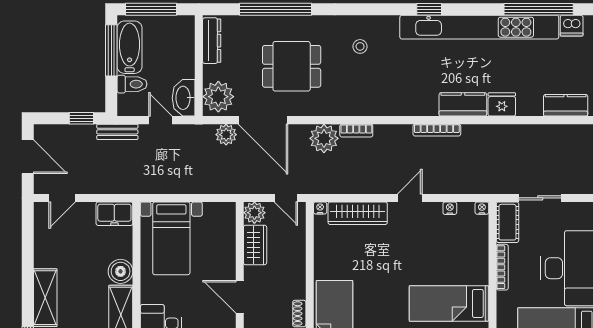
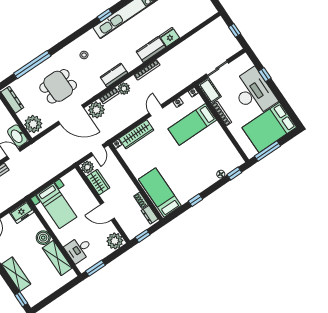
kitchen counter: (566, 105) -> (114, 75), moved
door: (263, 120) -> (71, 115), moved
plant: (226, 135) -> (124, 89), moved
door: (286, 198) -> (98, 150), hinge flipped
bed: (449, 303) -> (192, 124), moved

